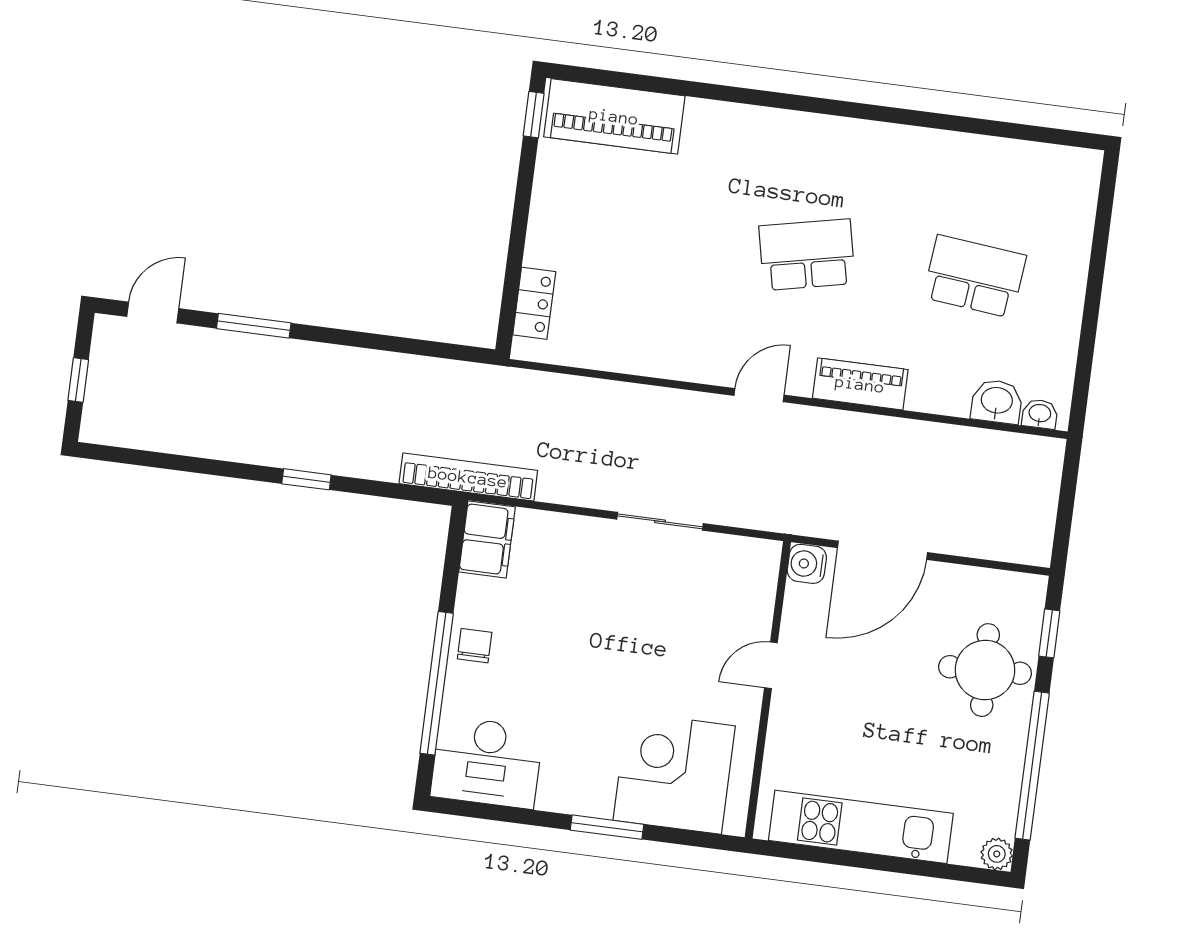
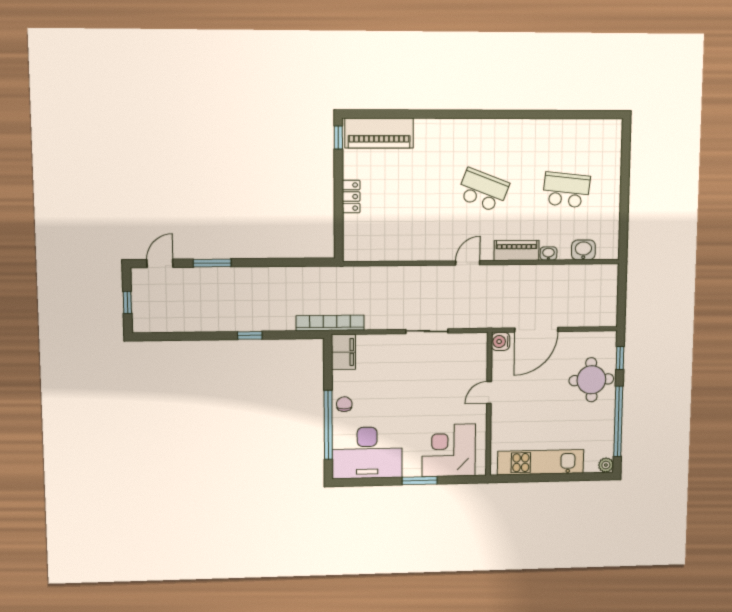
school desk: (807, 255) -> (483, 190), turned 33
locker: (534, 303) -> (351, 197), moved
washbasin: (1040, 414) -> (548, 254), moved
desk: (487, 762) -> (367, 453), width x1.36, depth x1.30

